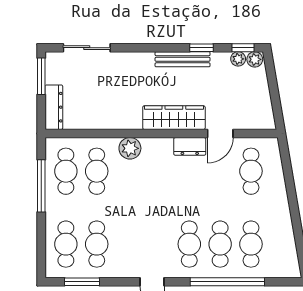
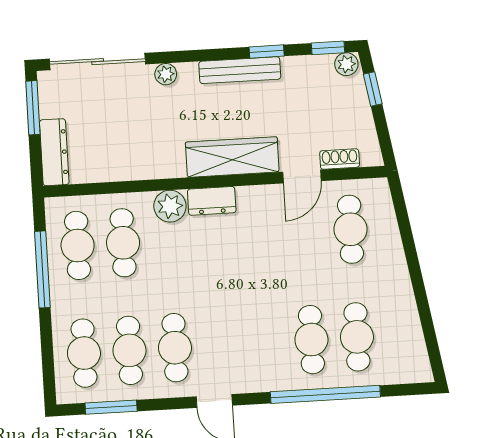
sliding door: (87, 48) -> (98, 62), width x1.37
plant: (238, 59) -> (166, 74), moved
window: (272, 77) -> (373, 89), added
shoe rack: (246, 123) -> (340, 159), added
dresser: (190, 146) -> (212, 201), moved
cafe table: (189, 244) -> (175, 348), moved

